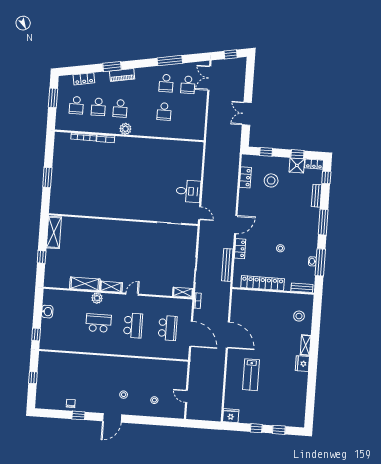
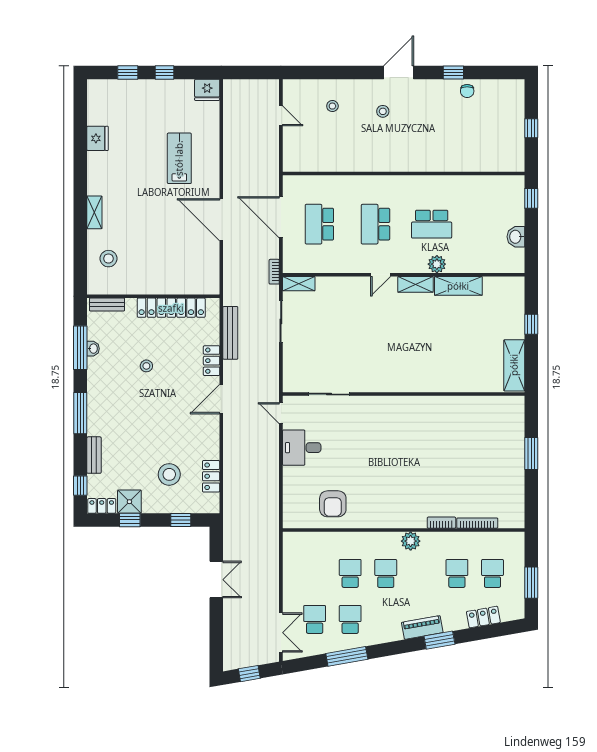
school desk: (120, 108) -> (386, 573), moved
armchair: (172, 155) -> (333, 504), added
fridge: (302, 364) -> (98, 138), moved

